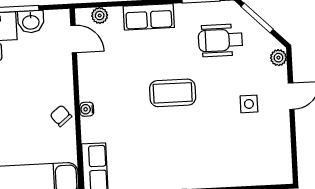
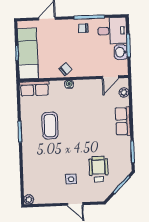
wheelchair: (220, 40) -> (99, 169), moved
plant: (278, 58) -> (29, 199), moved
coffee table: (173, 93) -> (50, 126), moved

